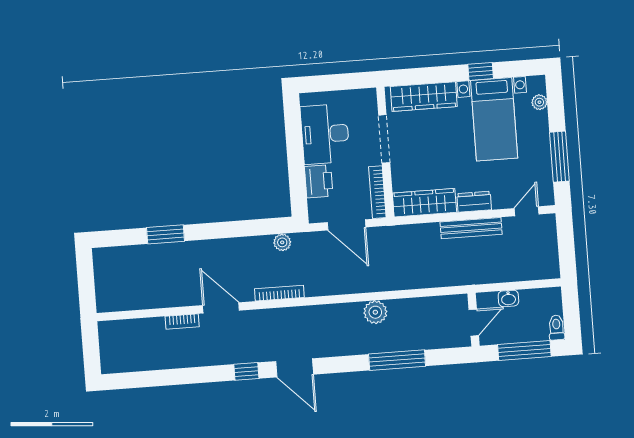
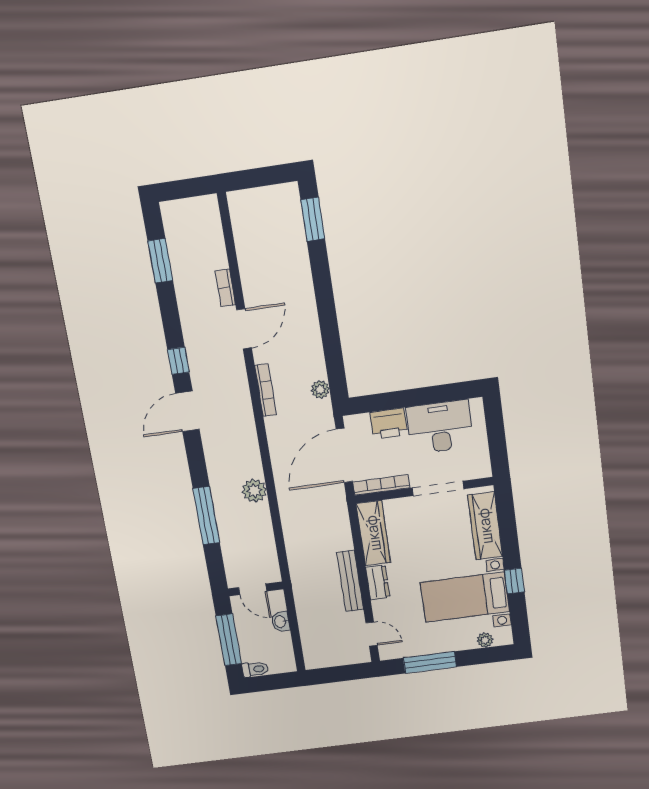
door: (347, 225) -> (344, 455), width x1.36
window: (165, 234) -> (313, 219), moved
window: (154, 378) -> (160, 261), added

